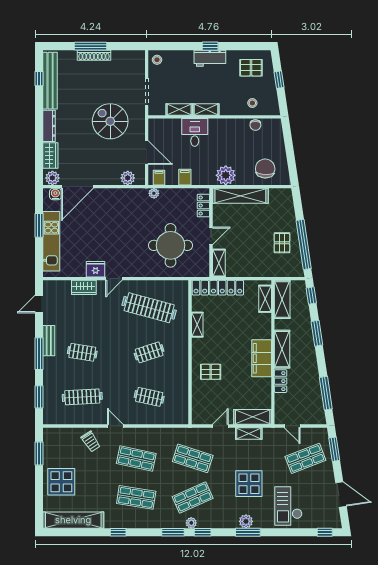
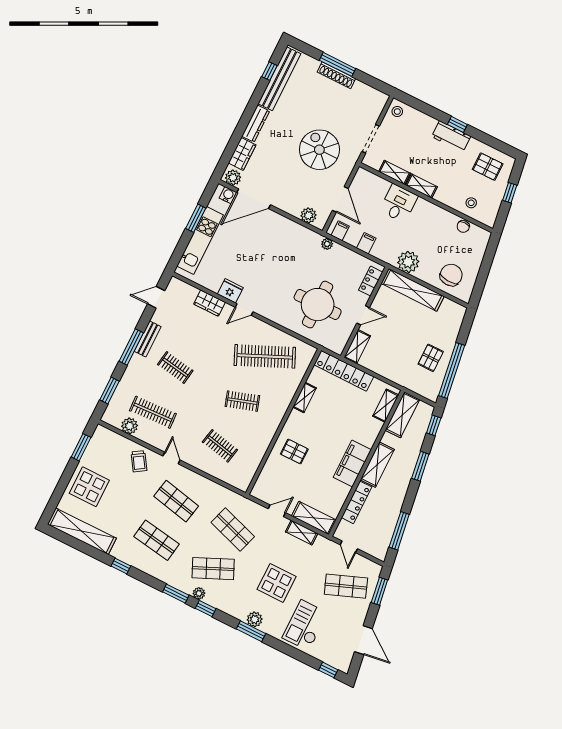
clothes rail: (149, 308) -> (265, 356), turned -39
locker: (281, 381) -> (357, 502), width x1.53
plant: (69, 417) -> (130, 426), added

